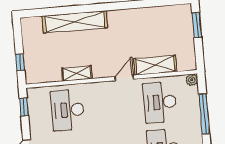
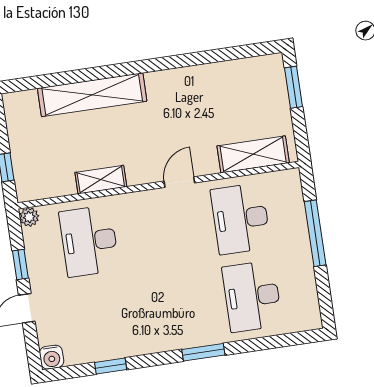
shelving: (155, 65) -> (253, 154), moved
plant: (192, 80) -> (29, 217), moved
window: (24, 107) -> (20, 264), moved

